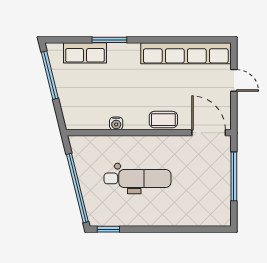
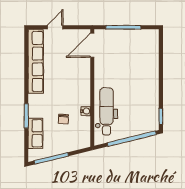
chair: (105, 92) -> (63, 119), added
coffee table: (163, 120) -> (83, 77), removed
dental chair: (138, 178) -> (107, 111), moved

